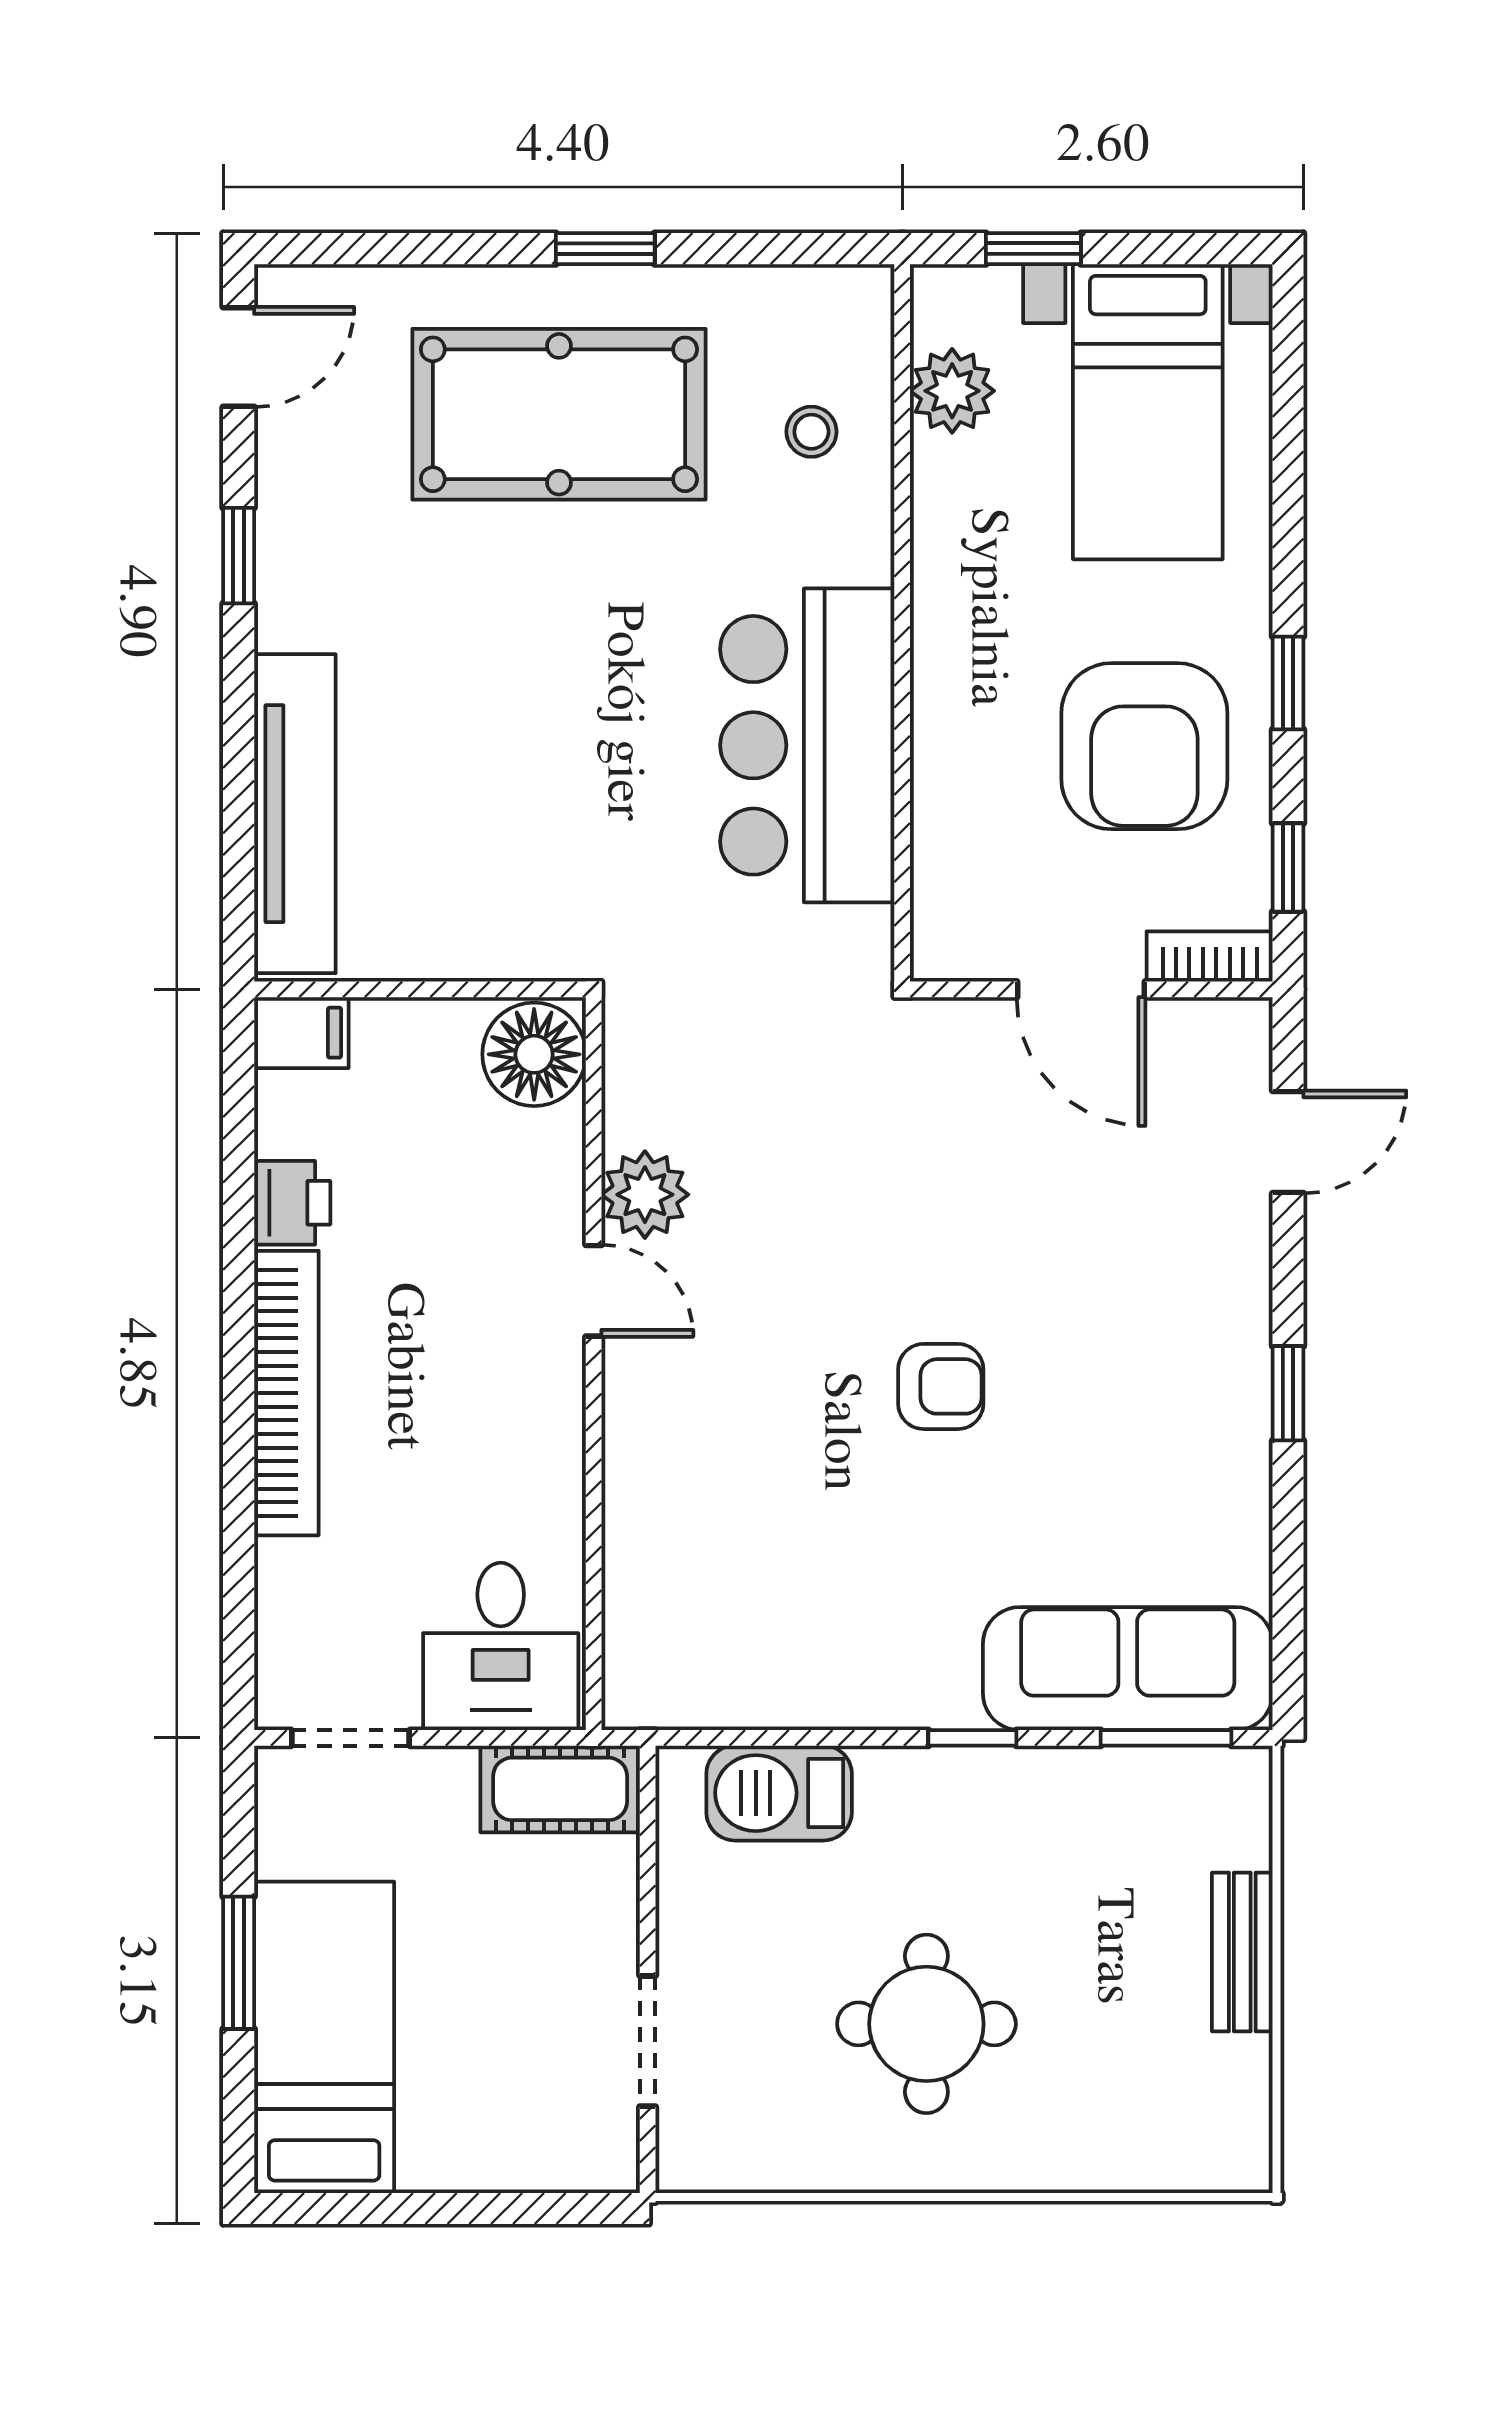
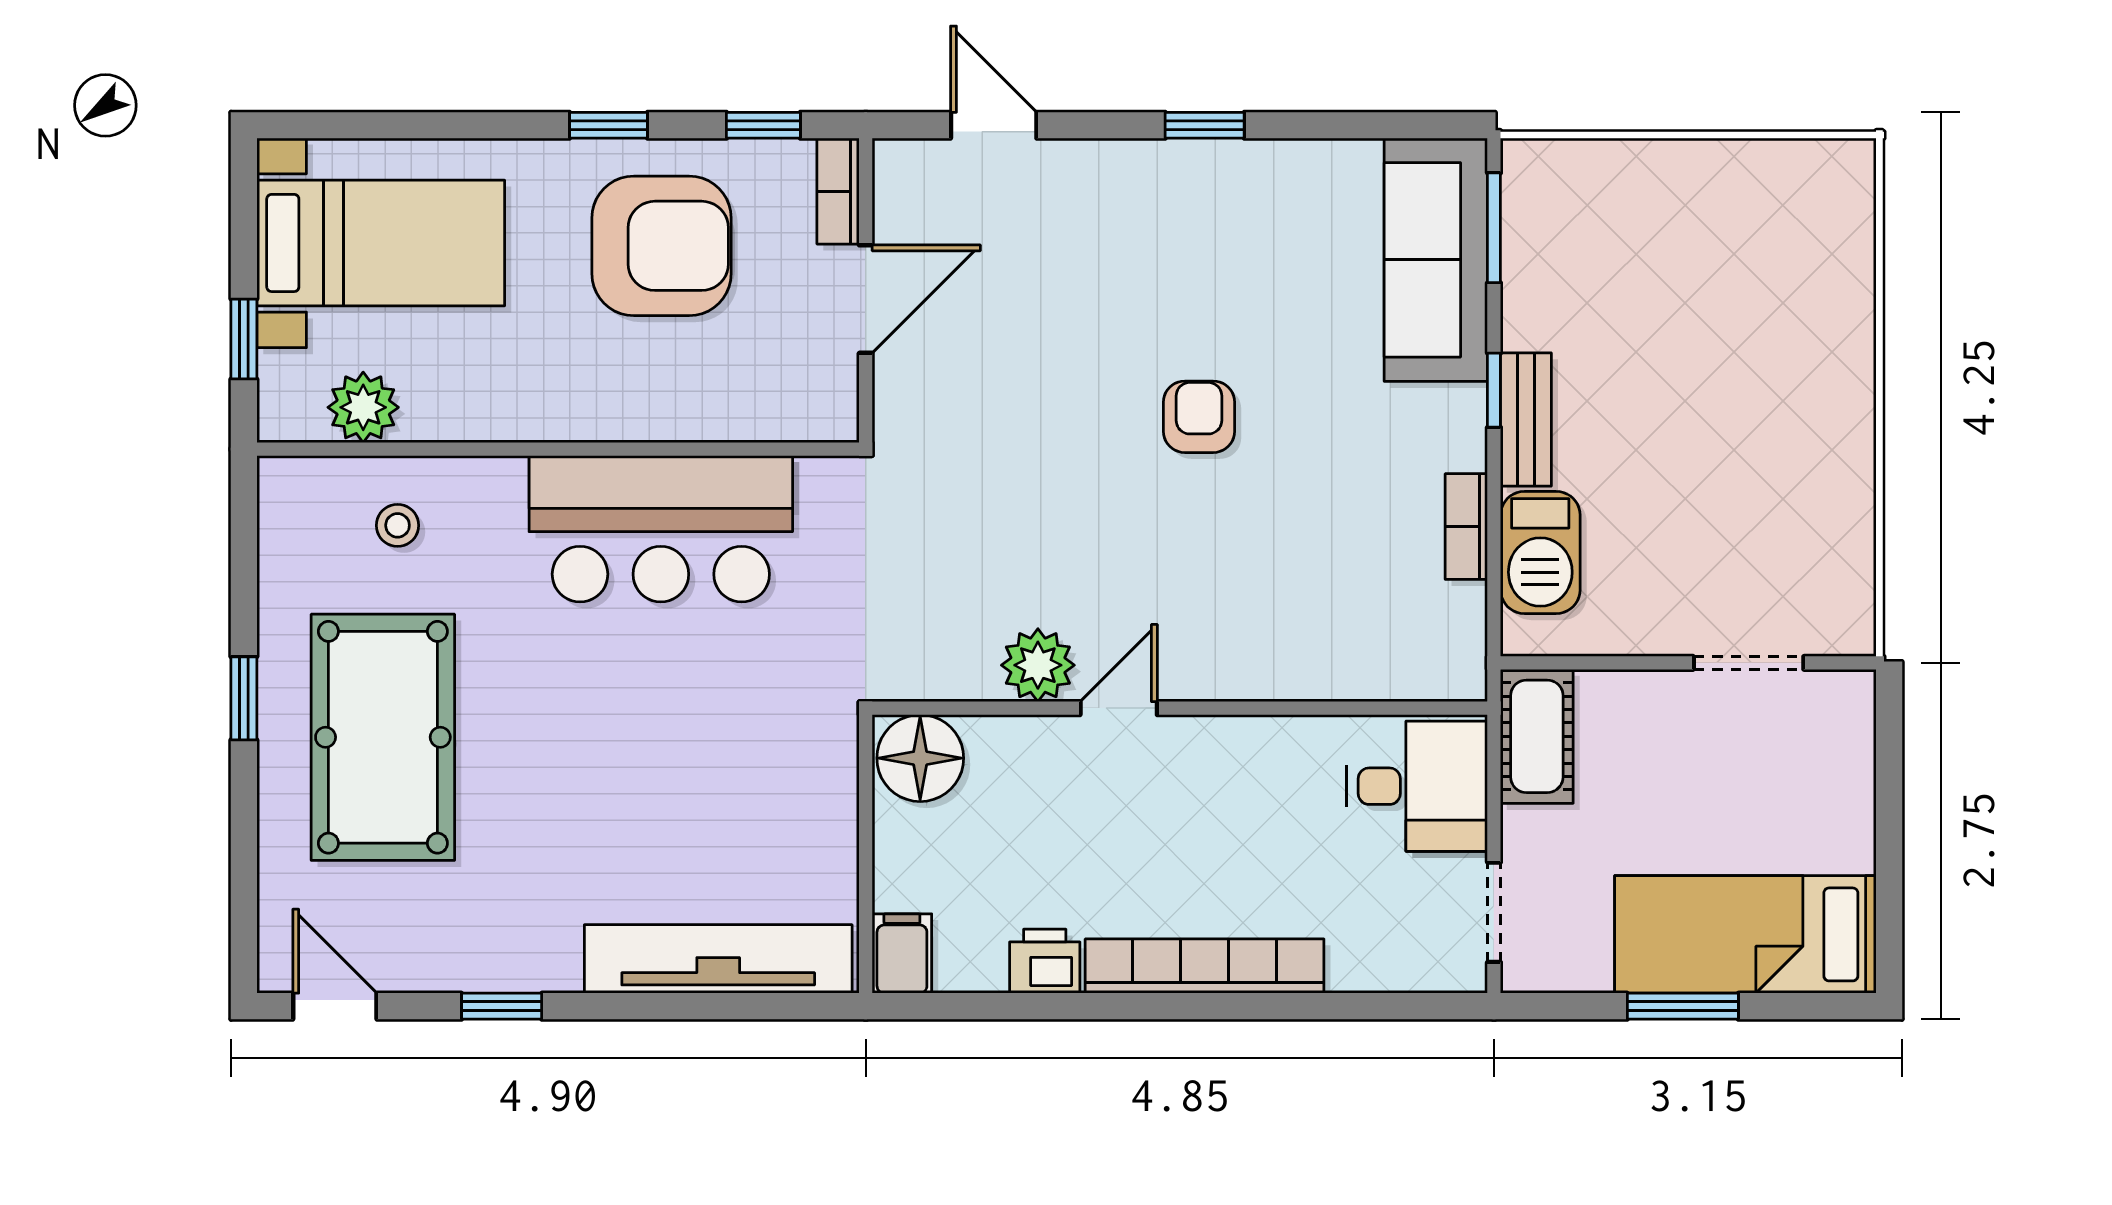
bookcase: (810, 1705) -> (1466, 527), added
bench: (1242, 1952) -> (1526, 420), moved, turned 90
round table: (926, 2024) -> (1734, 429), removed

